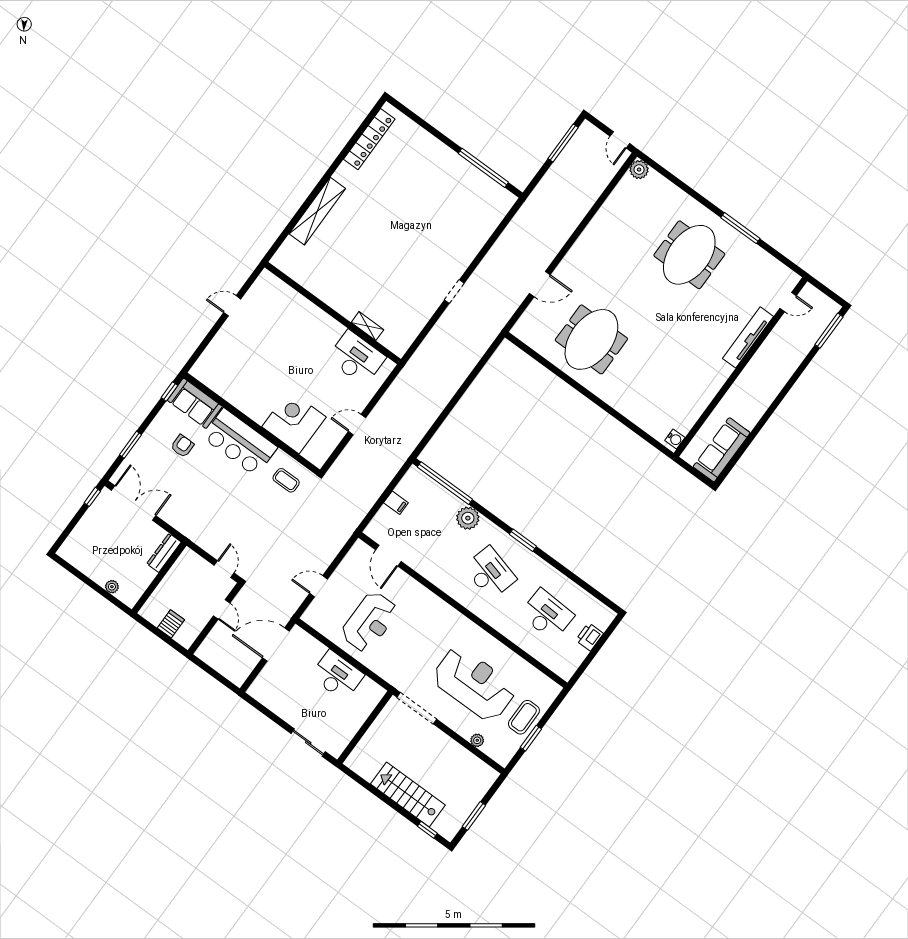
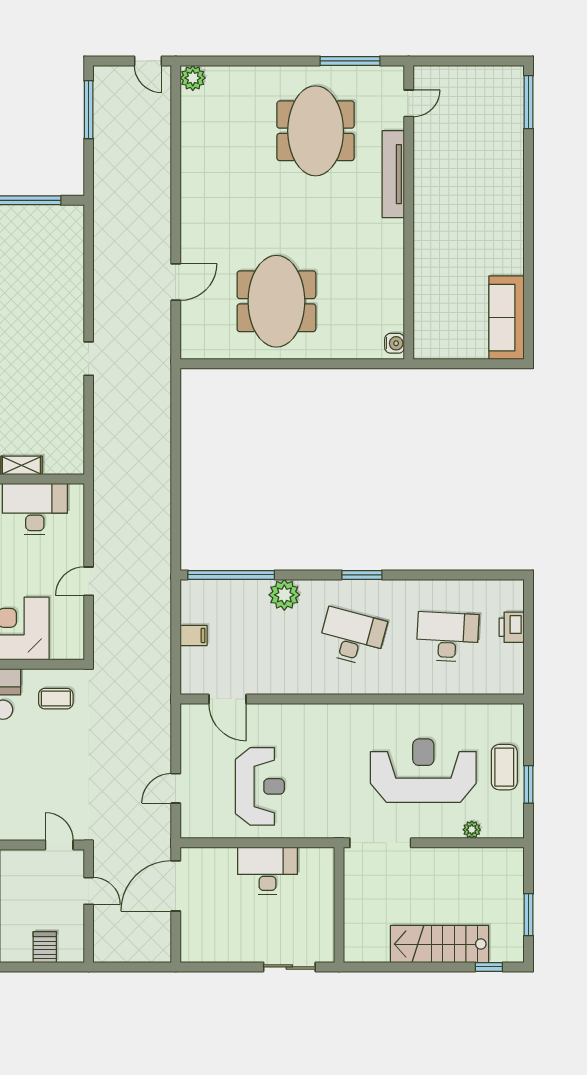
door: (788, 302) -> (409, 103), moved
tv unit: (748, 337) -> (393, 174), moved
wall: (741, 367) -> (409, 212), moved
water cooler: (675, 439) -> (395, 343), moved

